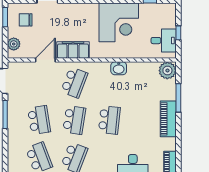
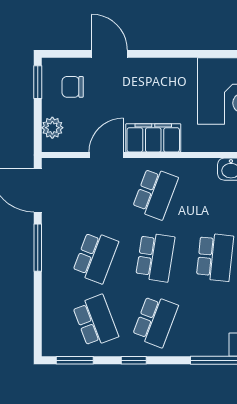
school desk: (39, 120) -> (95, 257), turned 30

